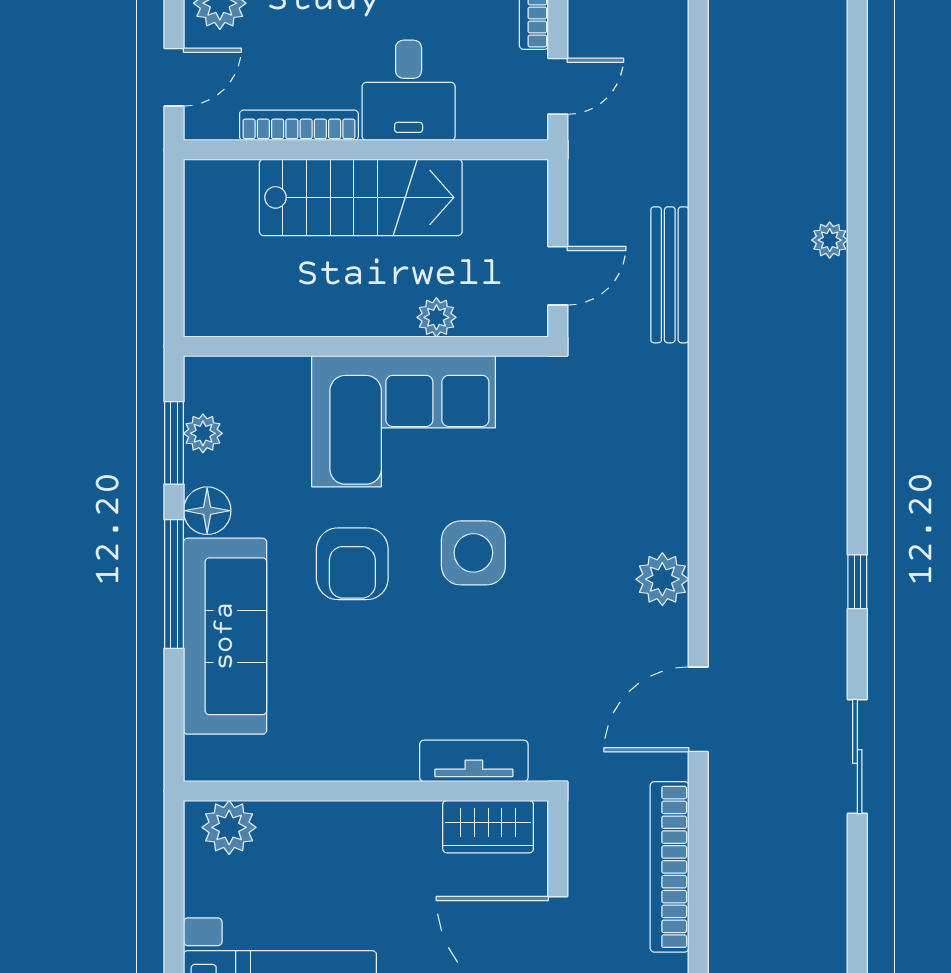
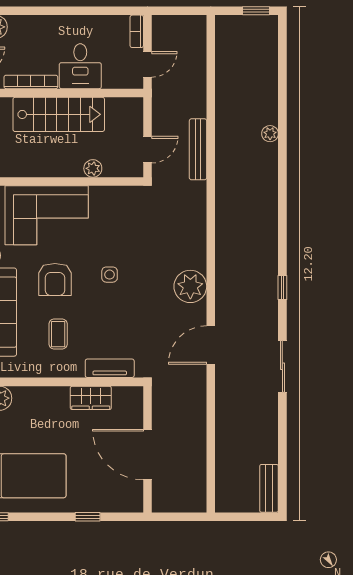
corner sofa: (403, 421) -> (47, 215), moved
side table: (473, 553) -> (110, 275), width x0.54, depth x0.54
plant: (662, 579) -> (190, 286), width x1.36, depth x1.36
coffee table: (359, 685) -> (58, 334), added
wardrobe: (488, 827) -> (91, 398), moved
bookcase: (669, 867) -> (198, 416), removed

